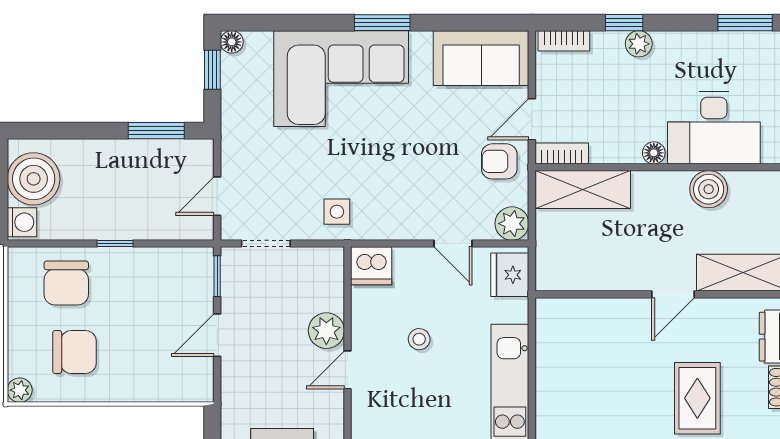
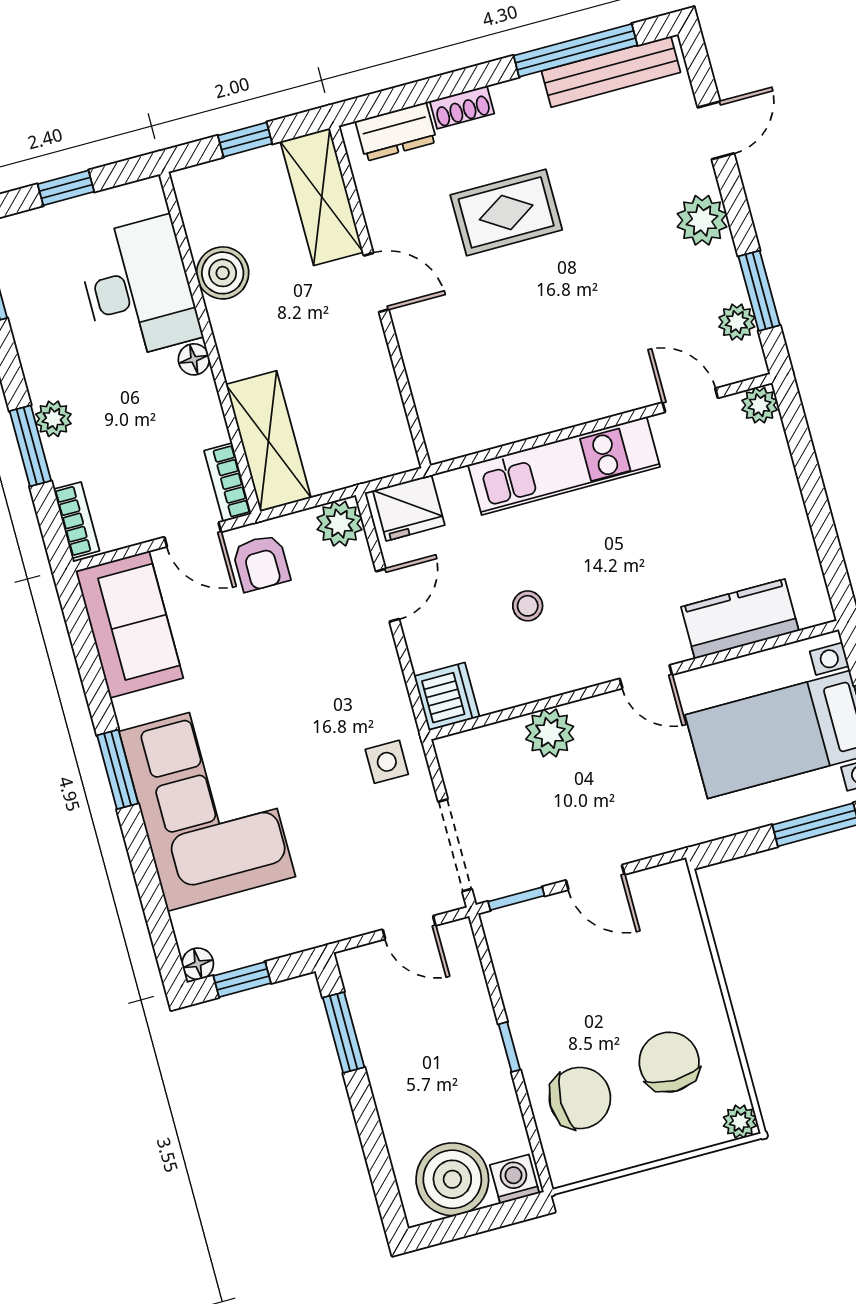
window: (624, 23) -> (30, 446), width x1.50
doorway: (266, 244) -> (455, 845), width x1.38
door: (348, 370) -> (646, 677), moved

